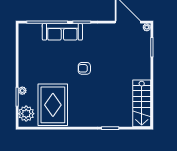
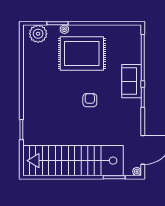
sofa: (62, 32) -> (132, 81), width x0.73
stairs: (142, 103) -> (73, 161), width x1.86, depth x1.51
rug: (53, 105) -> (82, 54), moved

